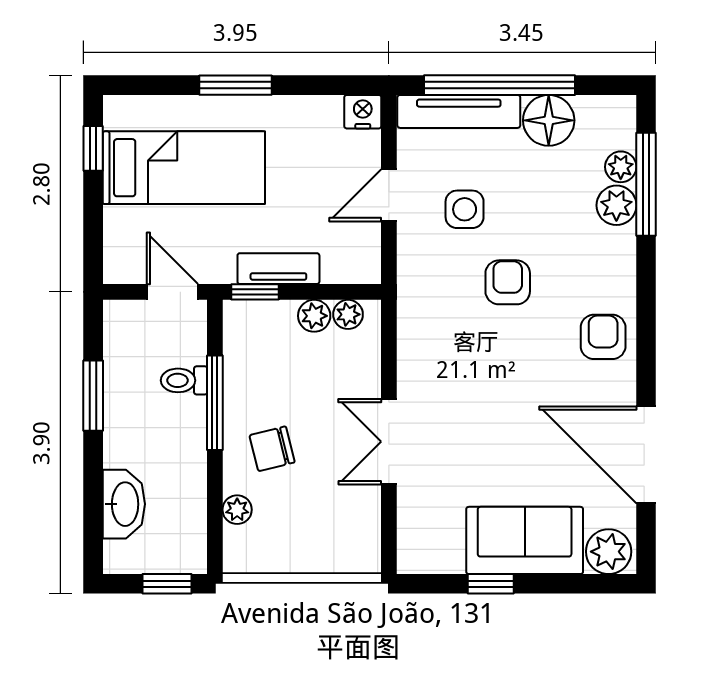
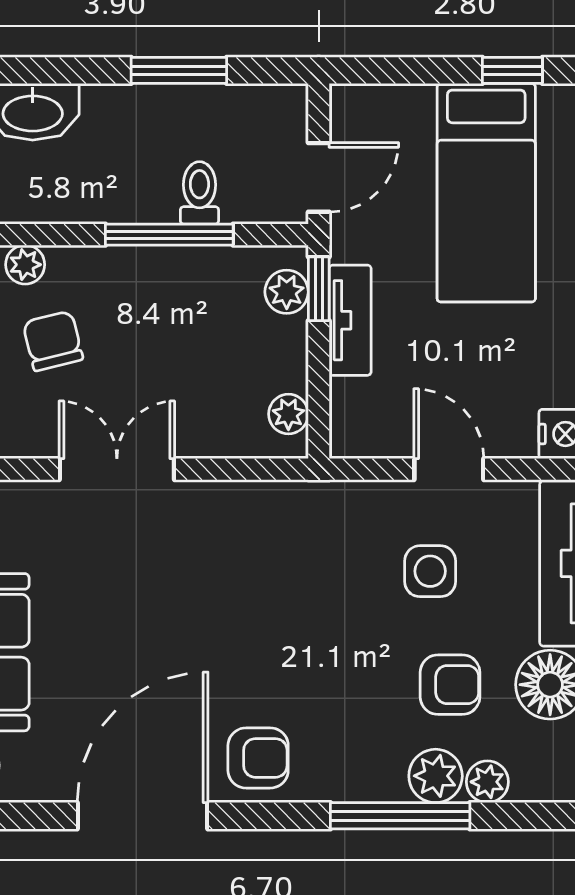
window: (646, 184) -> (400, 816), moved
armchair: (508, 282) -> (450, 685), moved
plant: (314, 316) -> (287, 292), moved
chair: (272, 449) -> (53, 341), moved
door: (646, 455) -> (143, 816), moved

